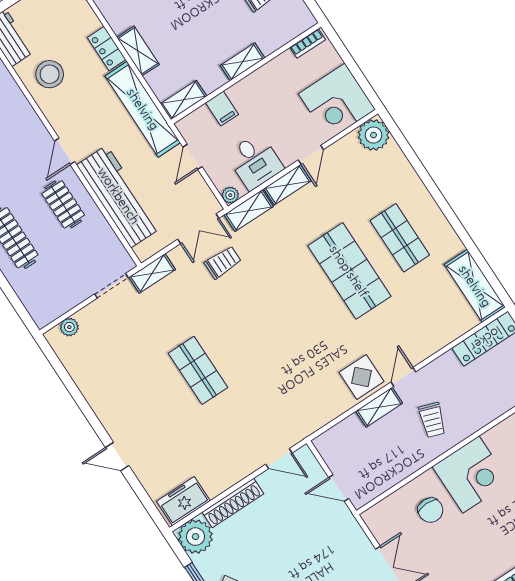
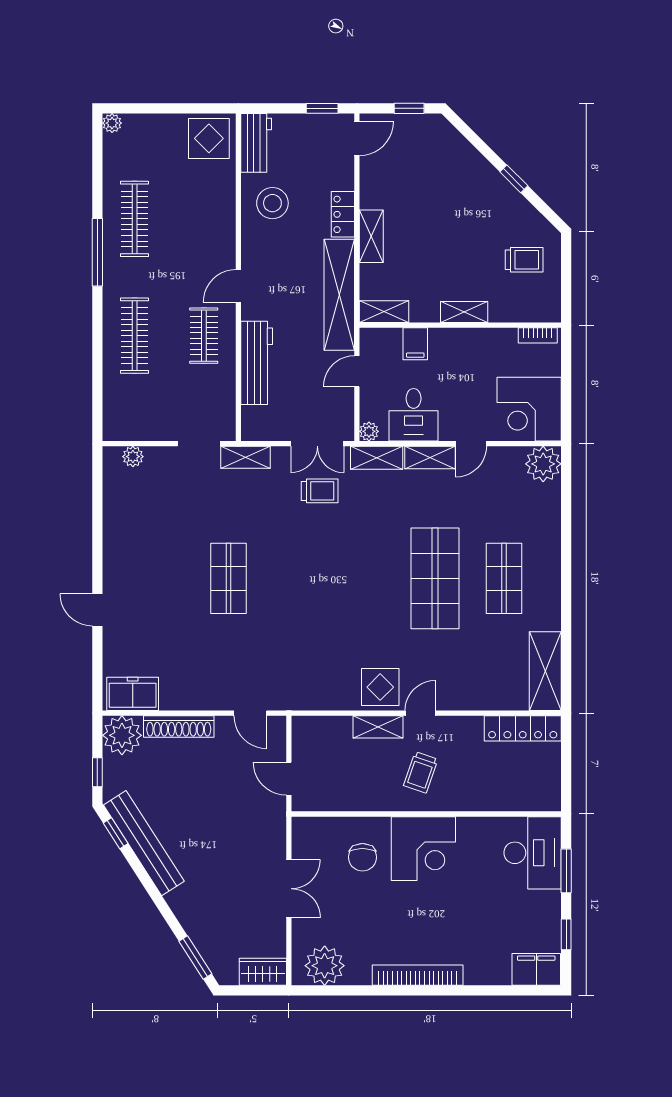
workbench: (119, 196) -> (257, 363), width x0.73, depth x0.76

